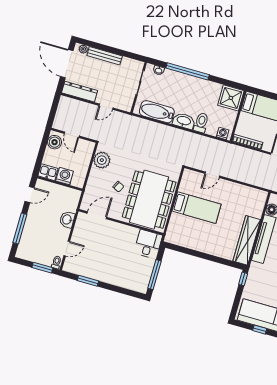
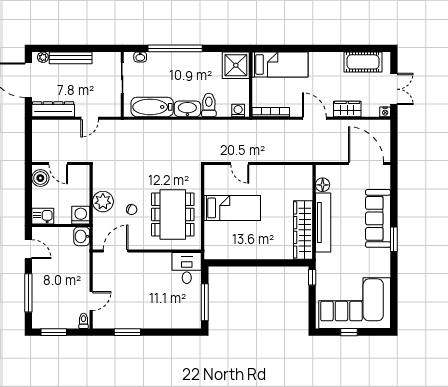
plant: (102, 160) -> (103, 202), moved
door: (212, 175) -> (240, 163), hinge flipped
washing machine: (65, 176) -> (81, 215), moved
door: (30, 194) -> (28, 249), hinge flipped
dining table: (149, 200) -> (173, 214), width x0.73, depth x0.80
washbasin: (67, 220) -> (82, 236), moved
window: (42, 268) -> (54, 332), moved

